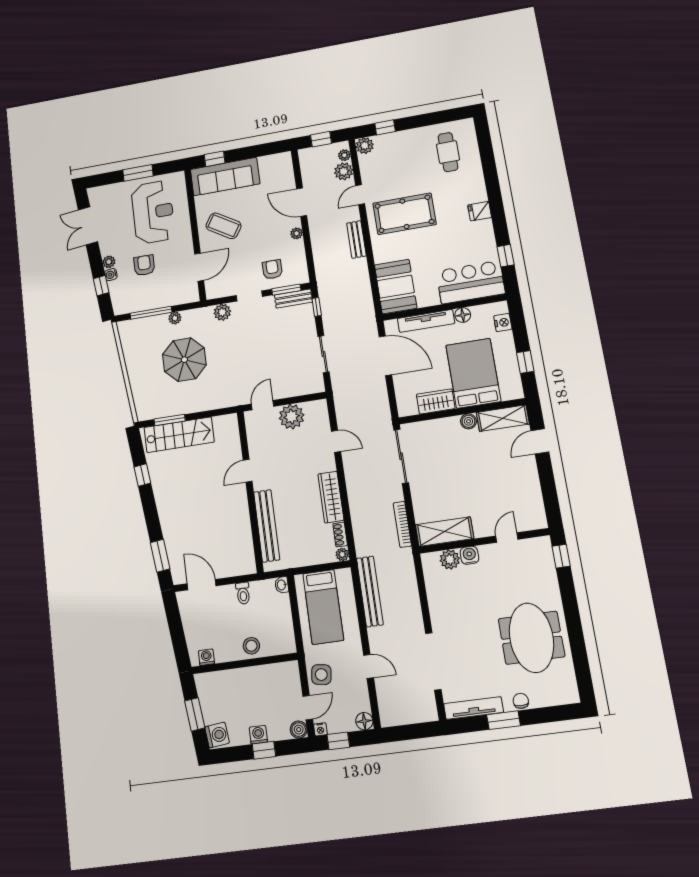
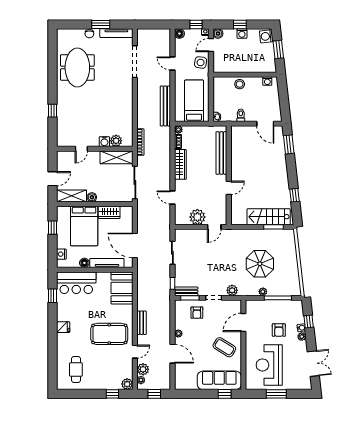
shelving: (445, 532) -> (117, 157), moved
door: (507, 538) -> (81, 149), moved
wall: (484, 541) -> (95, 149), moved
water cooler: (469, 555) -> (104, 142), moved
plant: (450, 559) -> (116, 141), moved

